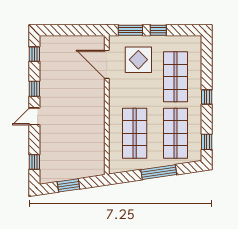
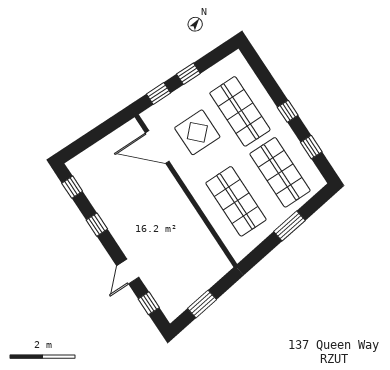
window: (130, 30) -> (158, 94), width x0.67
display table: (138, 60) -> (197, 132), moved
door: (34, 116) -> (128, 271), moved
window: (207, 142) -> (311, 147), moved
window: (159, 172) -> (289, 226), width x0.69

